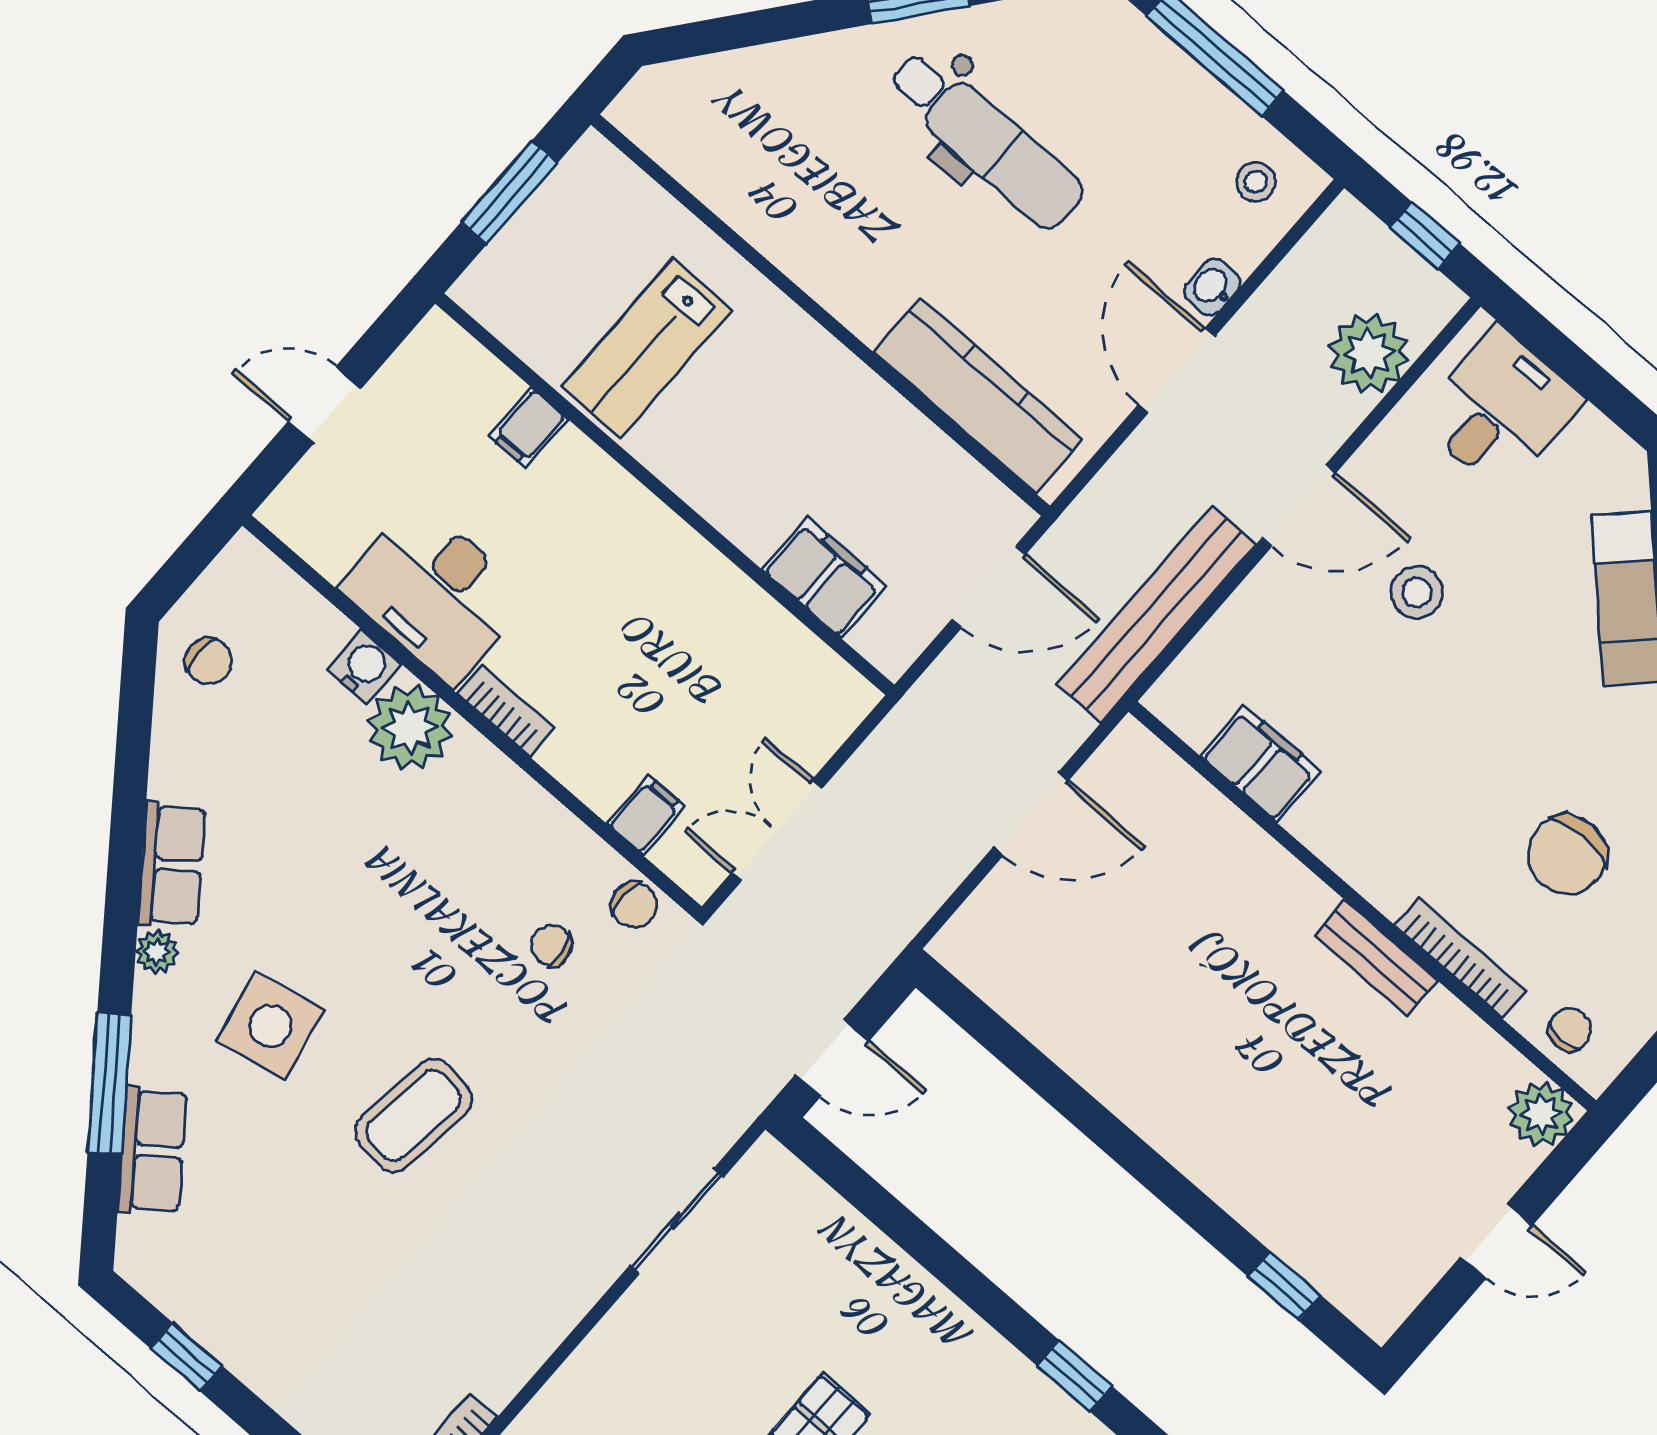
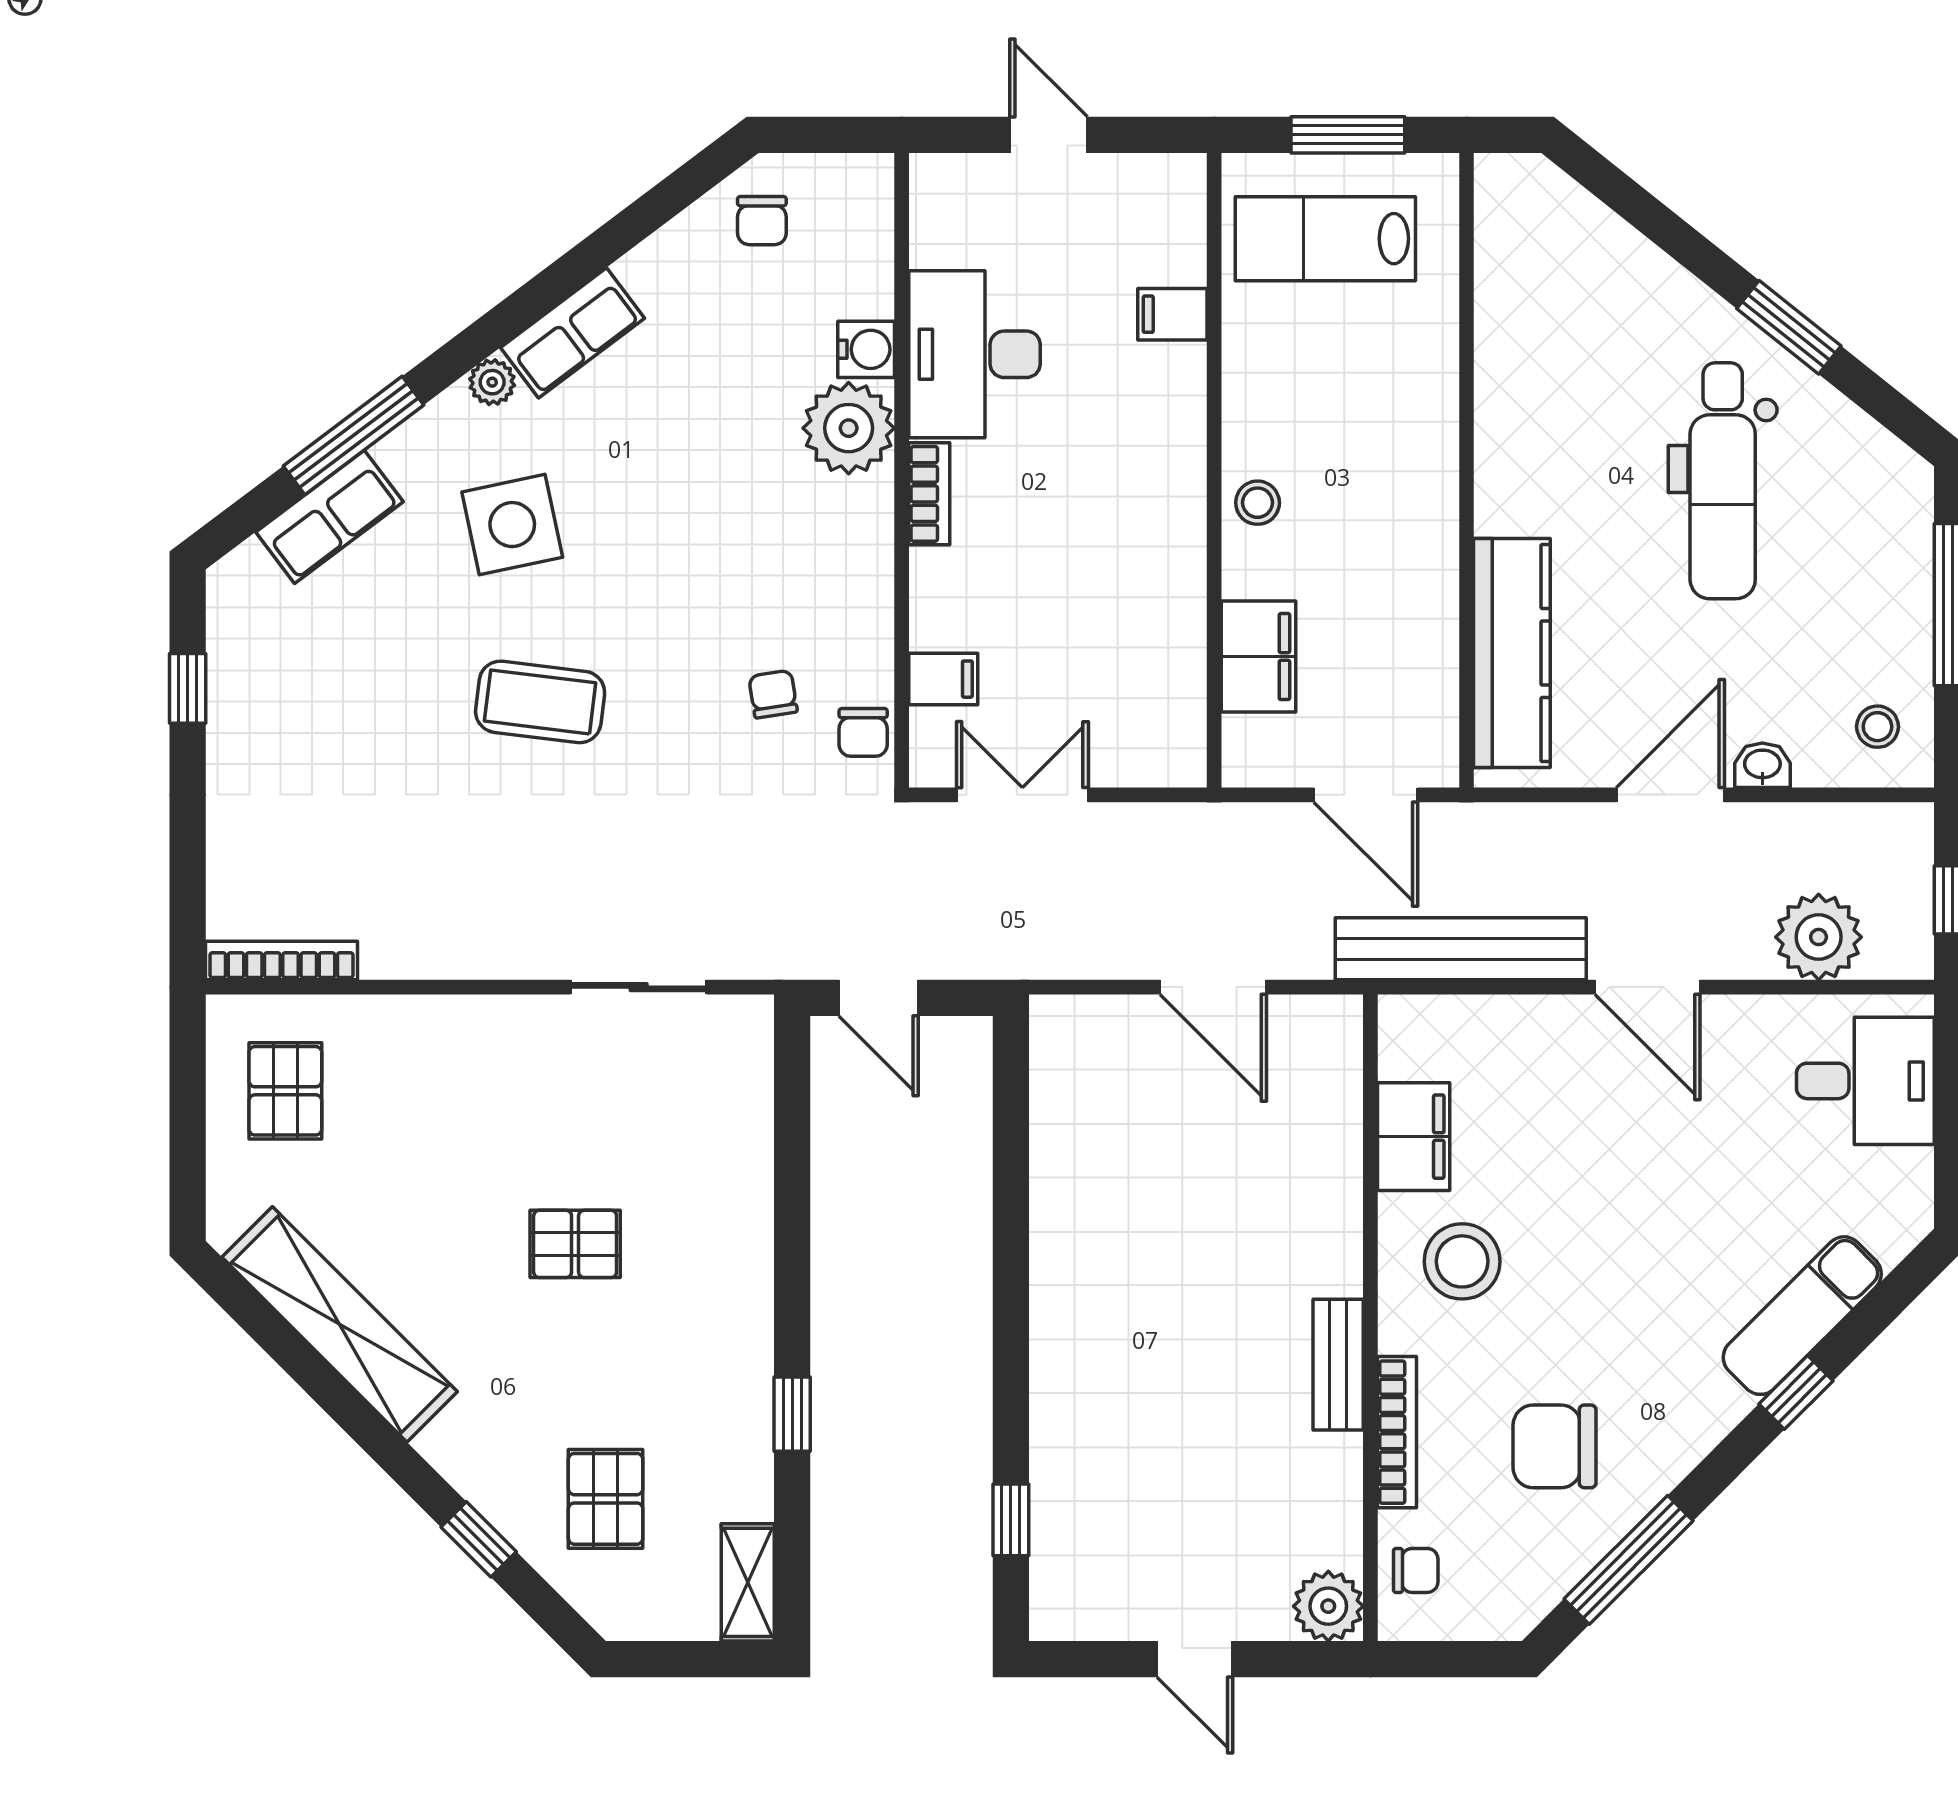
lab bench: (647, 348) -> (1325, 239), moved
stool: (715, 483) -> (1258, 503), added
stool: (1417, 592) -> (1462, 1261), moved, width x1.38, depth x1.38

